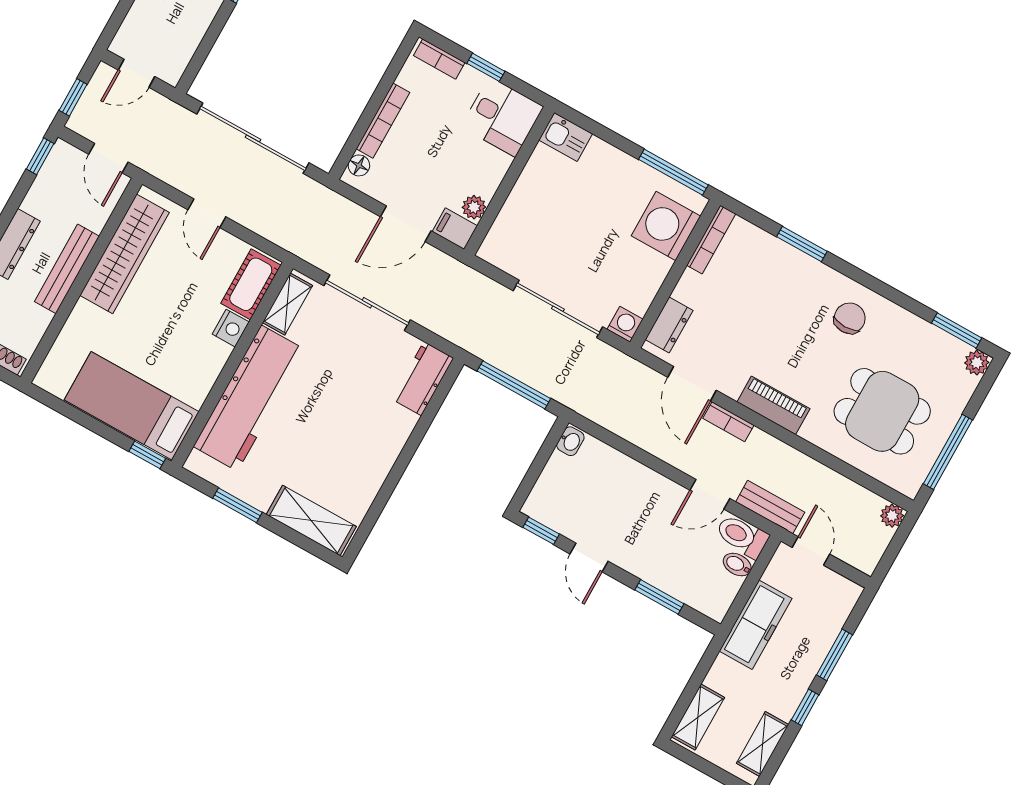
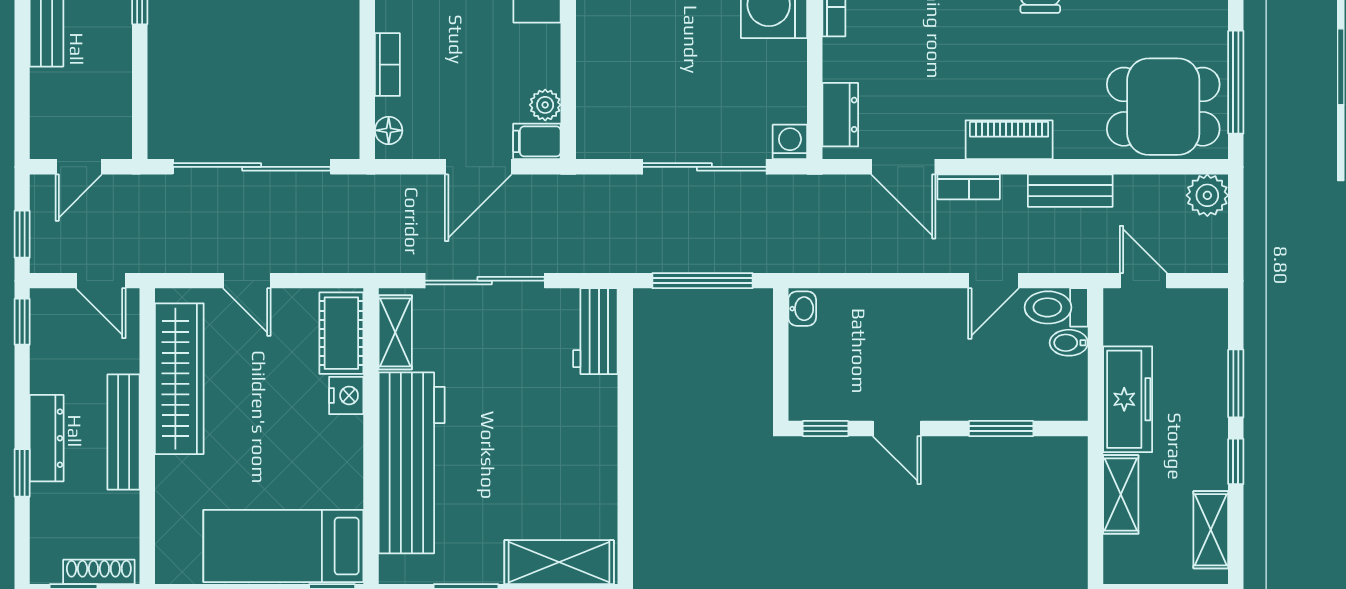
bookcase: (383, 121) -> (387, 65), width x0.64
dining table: (882, 411) -> (1163, 107), moved
bench: (770, 507) -> (1070, 191), moved
plant: (892, 516) -> (1207, 195), width x1.38, depth x1.38
shelving: (698, 717) -> (1121, 494), moved

